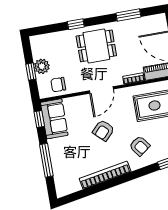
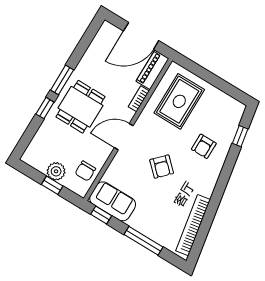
window: (128, 15) -> (62, 80), moved
door: (101, 90) -> (124, 137), swing flipped
armchair: (140, 146) -> (204, 146), turned 127
bookcase: (105, 175) -> (193, 225), moved

